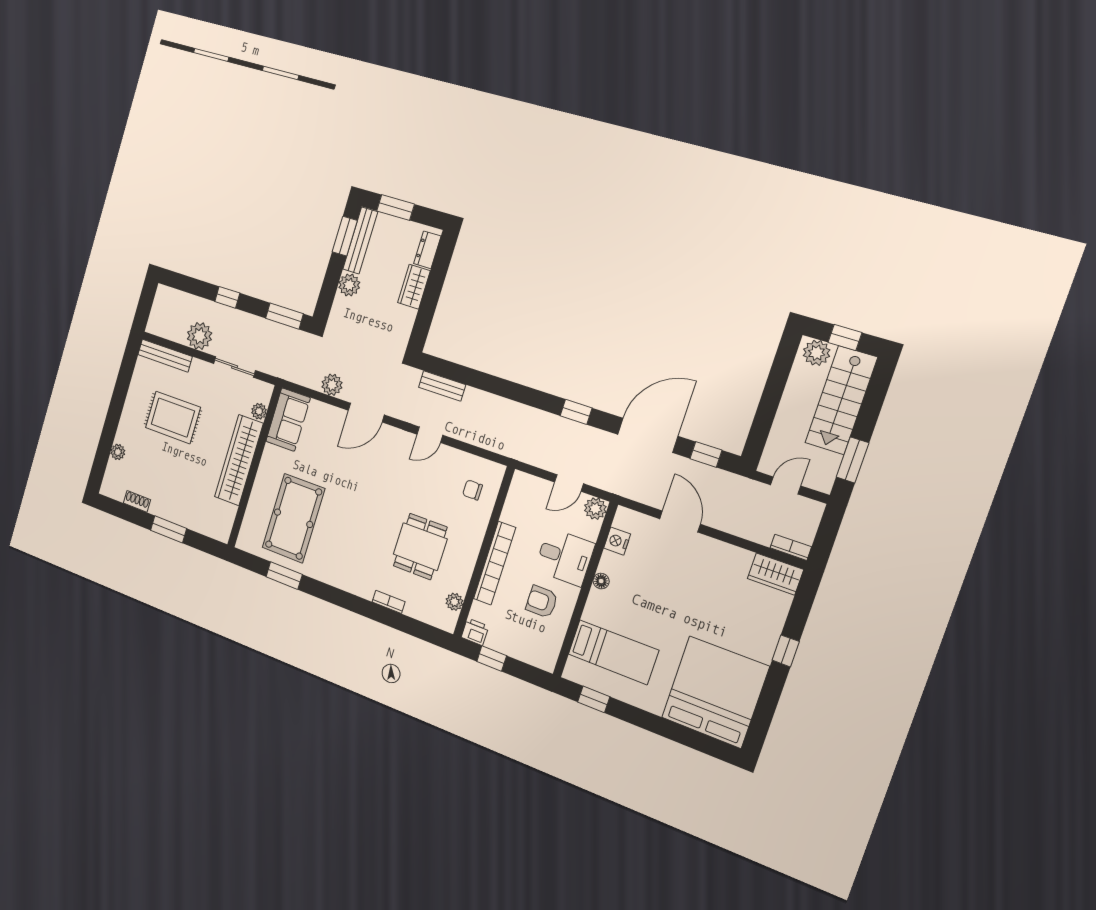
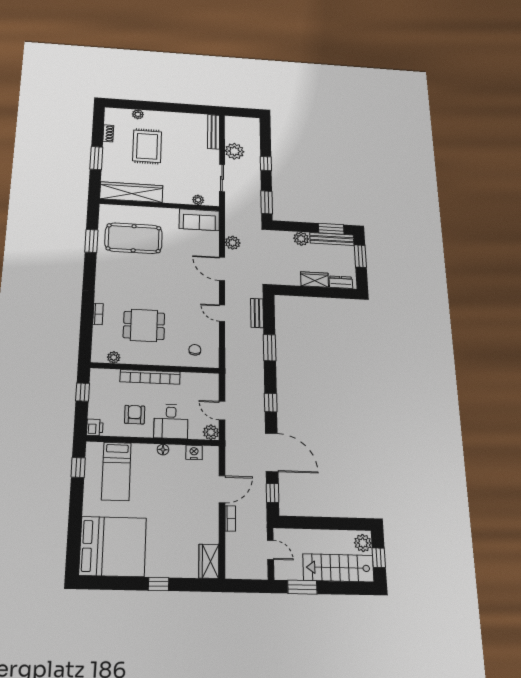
window: (497, 386) -> (270, 348), added
rug: (173, 418) -> (147, 146), moved
wardrobe: (239, 460) -> (131, 192), moved
bookcase: (791, 547) -> (230, 518), moved
printer: (475, 632) -> (95, 427), moved

